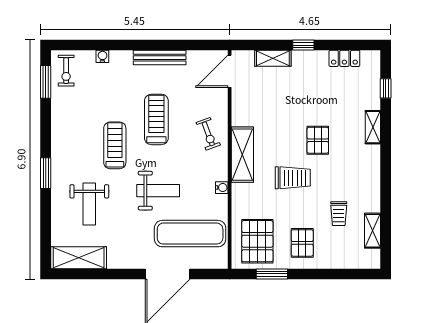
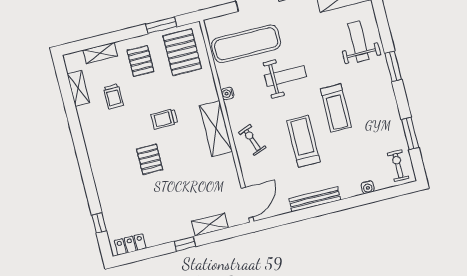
locker: (344, 58) -> (130, 244), moved
window: (46, 82) -> (410, 133), moved
treadmill: (156, 119) -> (303, 141), turned 180
shelving: (373, 127) -> (100, 53), moved, turned 90
trolley: (293, 178) -> (164, 119), width x0.73, depth x0.72
weight bench: (158, 191) -> (286, 76), turned 180
weight bench: (89, 204) -> (359, 41), moved
trolley: (339, 214) -> (113, 96), turned 180

